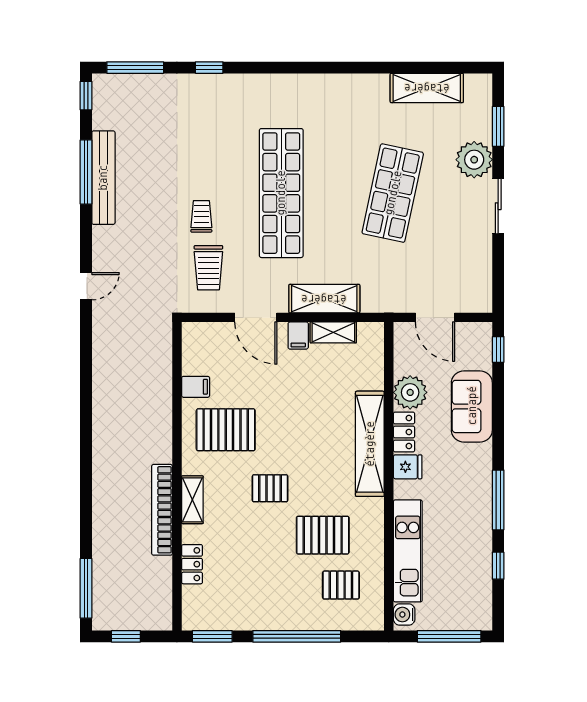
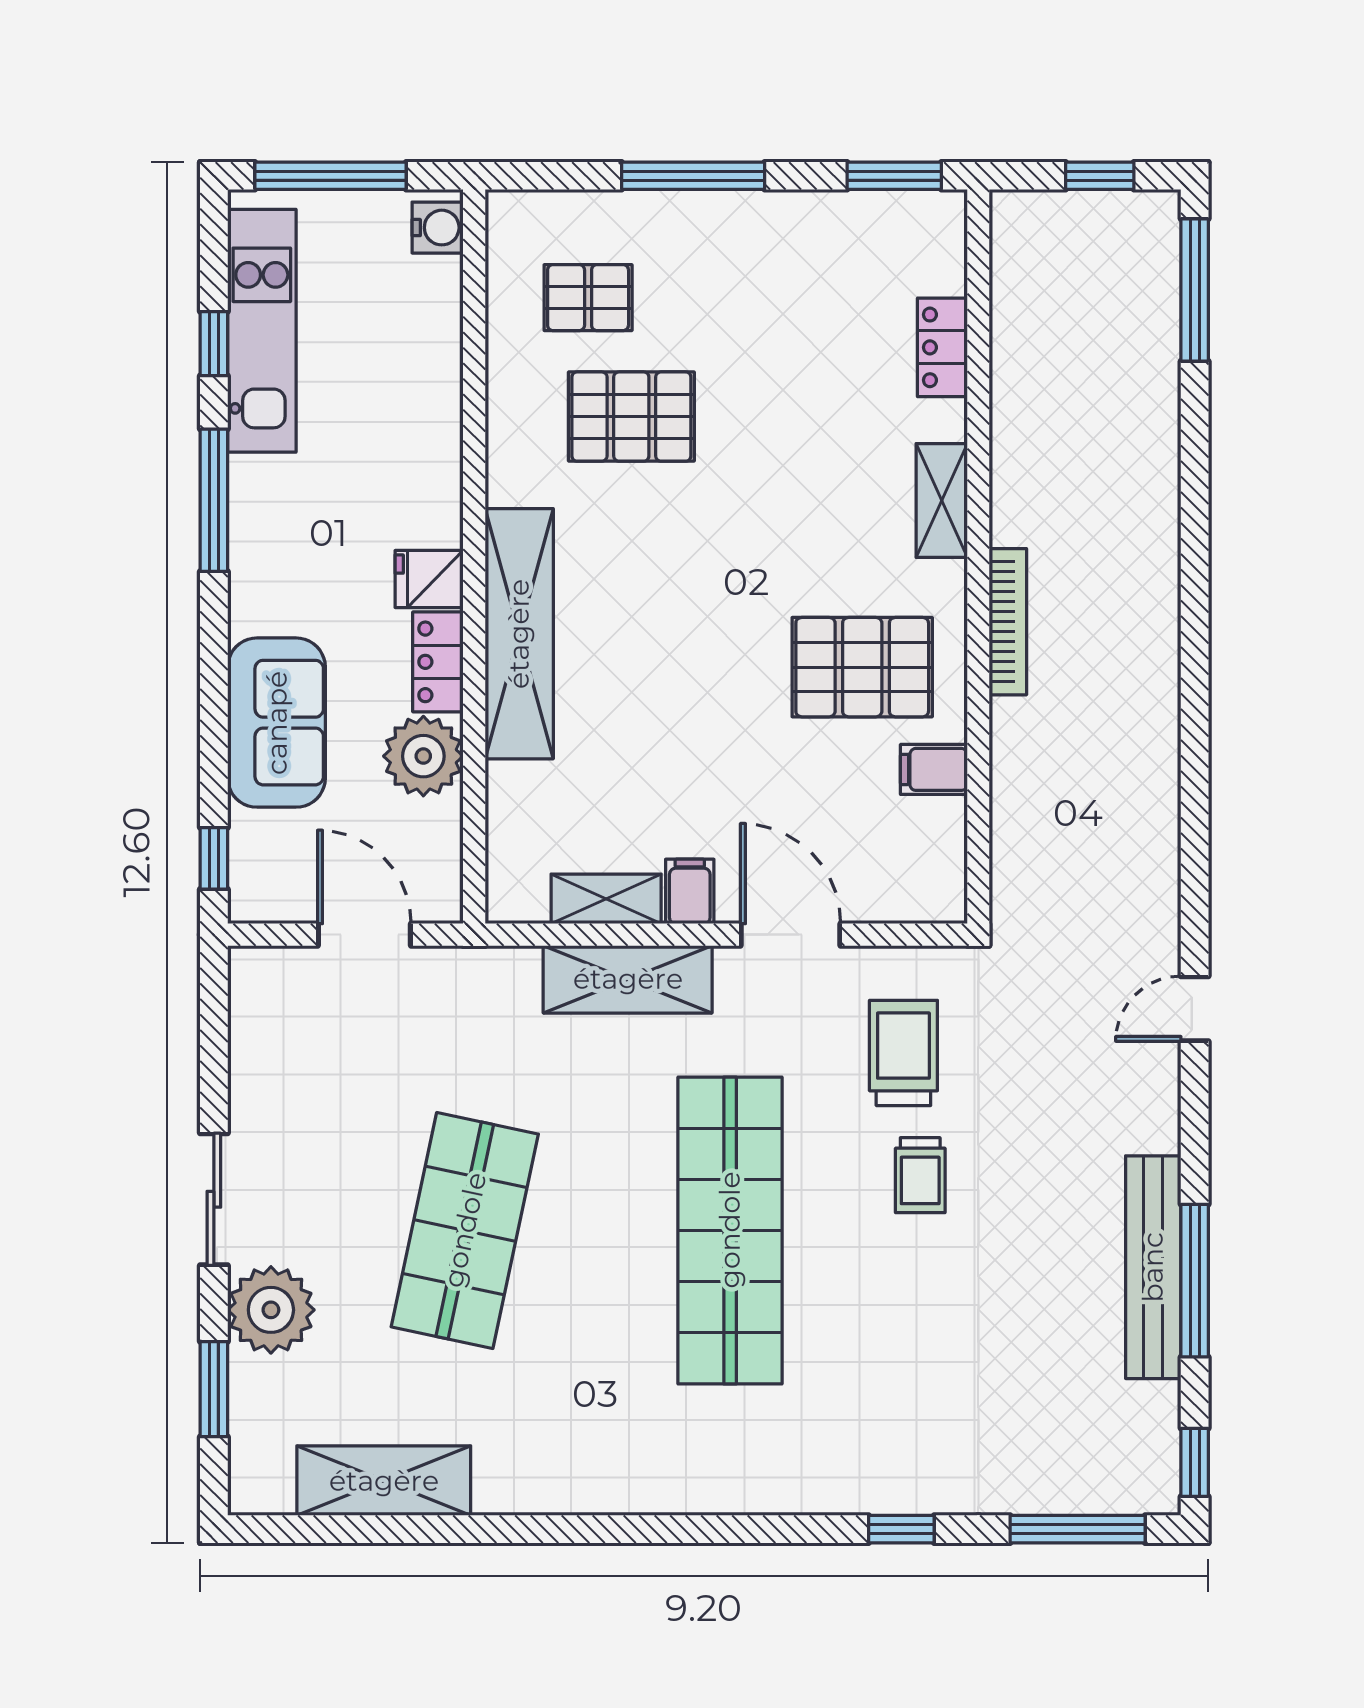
pallet: (270, 488) -> (757, 528), removed
bookcase: (162, 510) -> (1008, 622), moved, width x0.68, depth x0.76
kitchen unit: (408, 551) -> (262, 331), moved, turned 180
window: (297, 636) -> (693, 176), width x0.68

